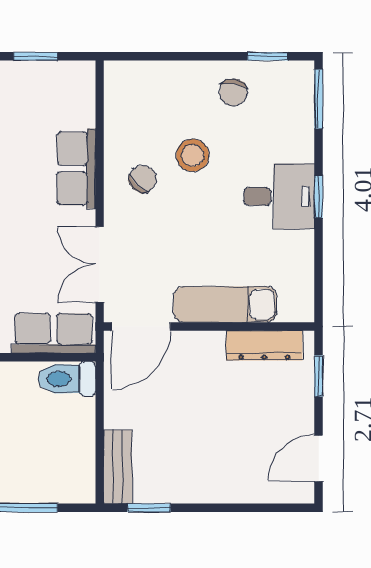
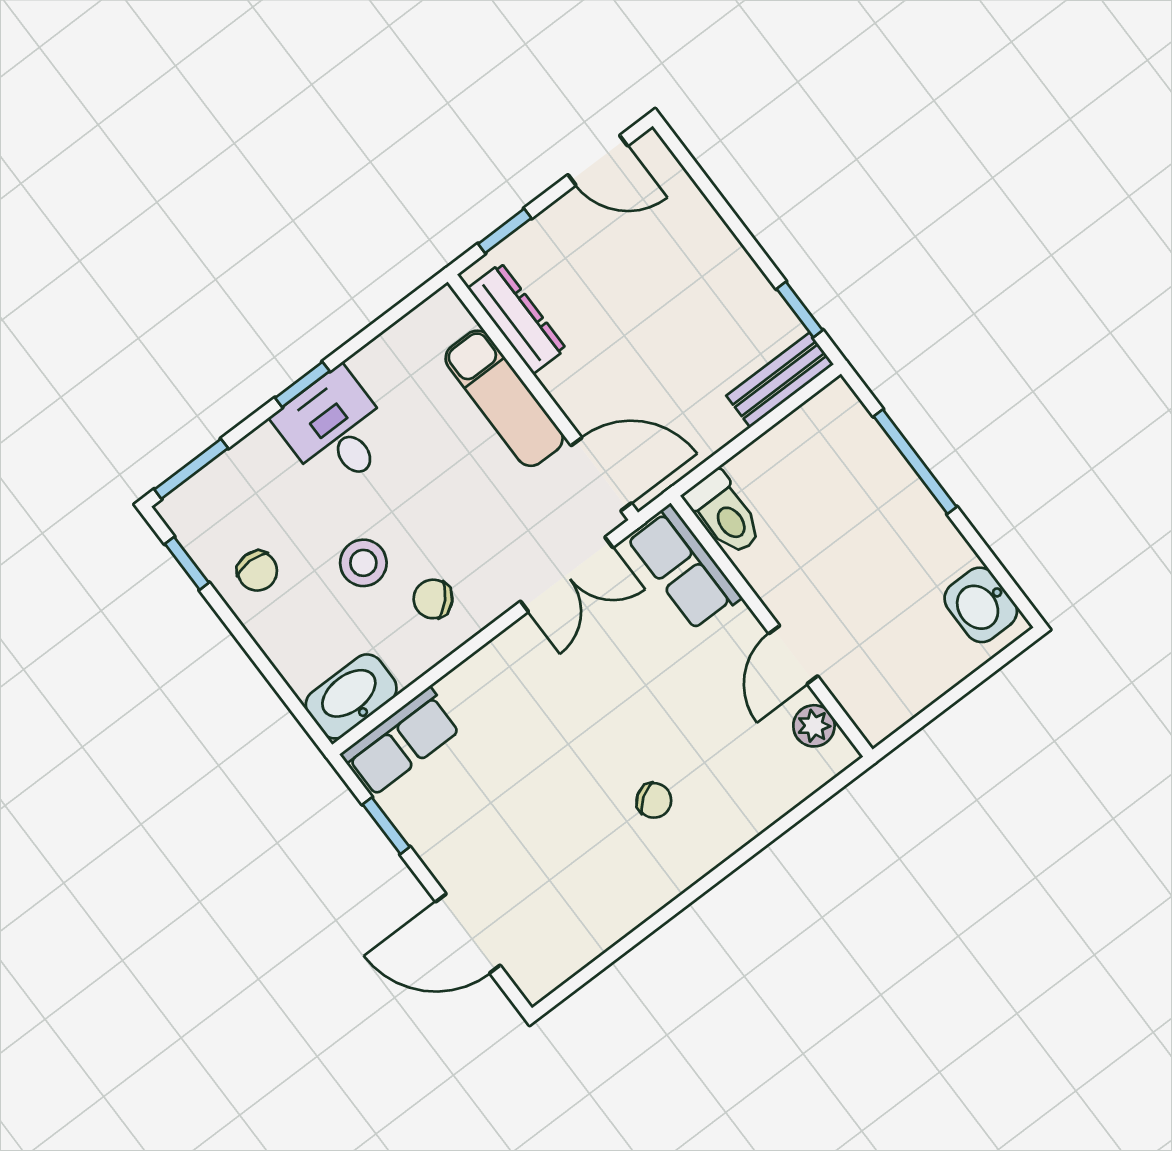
washbasin: (123, 92) -> (351, 696), added
chair: (233, 92) -> (257, 571), turned 81
row of seats: (76, 169) -> (401, 742), moved

